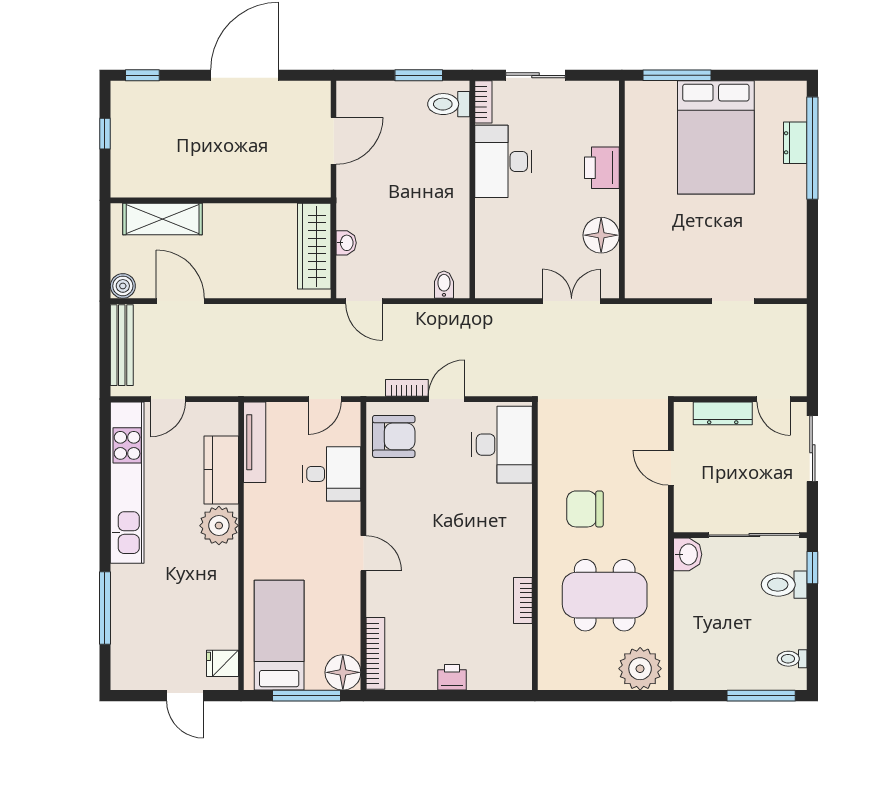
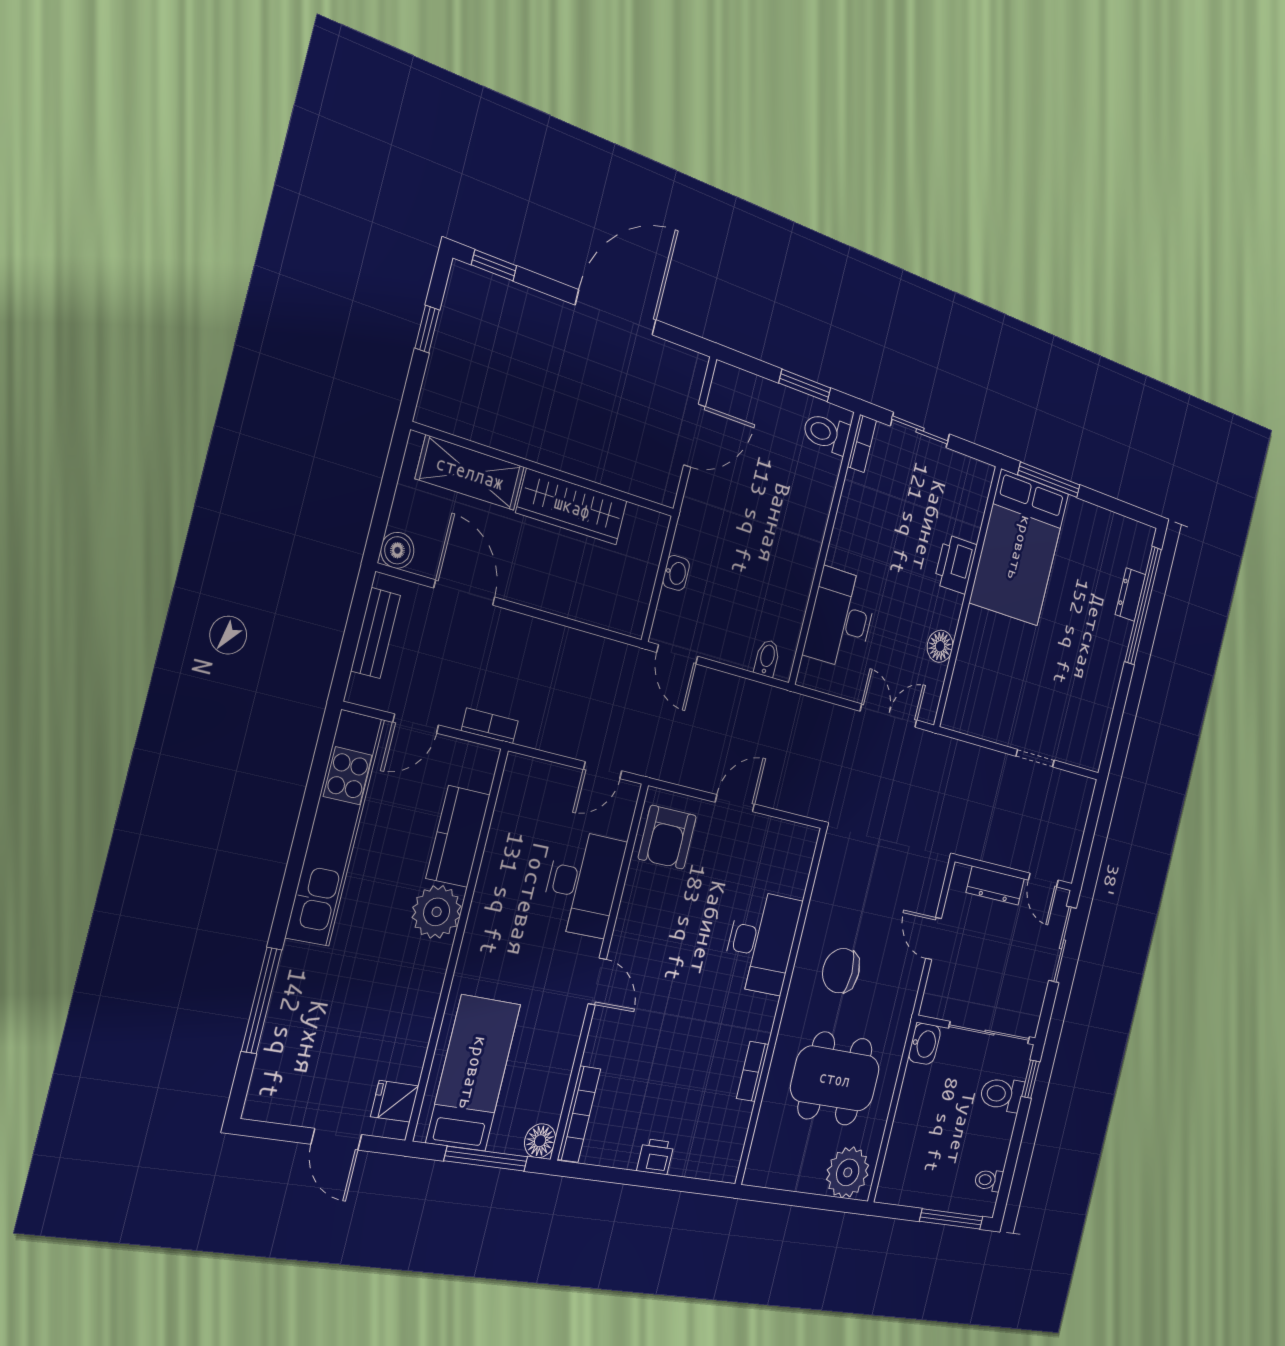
bed: (716, 137) -> (1019, 548), moved
desk: (503, 161) -> (841, 619), moved
floor lamp: (601, 235) -> (940, 646), width x0.73, depth x0.73
wardrobe: (314, 246) -> (572, 507), moved, turned -90
bench: (122, 345) -> (375, 633), width x0.73
bookcase: (407, 388) -> (490, 726), moved
armchair: (394, 436) -> (667, 837), turned 90
tv unit: (255, 442) -> (508, 808), removed
desk: (502, 445) -> (761, 942), moved
desk: (331, 474) -> (583, 884), width x1.37
floor lamp: (343, 672) -> (540, 1141), width x0.73, depth x0.73

